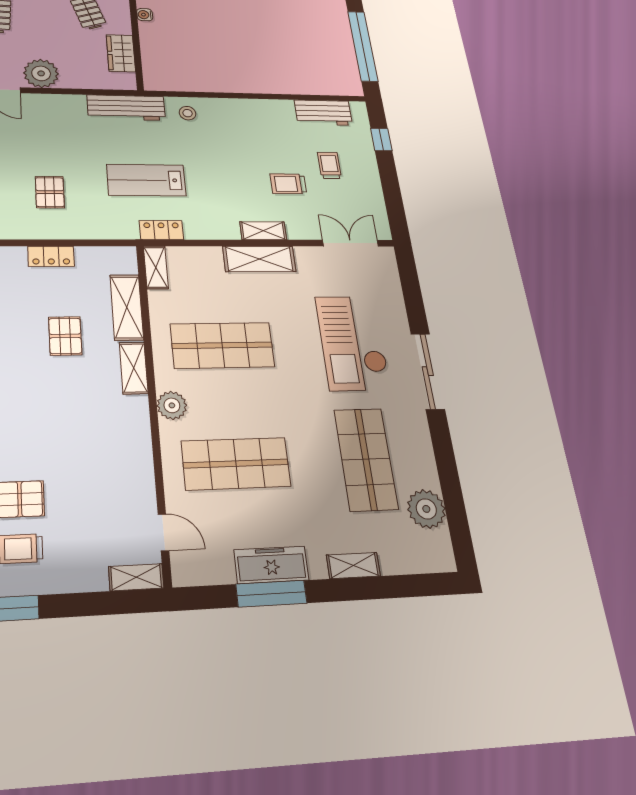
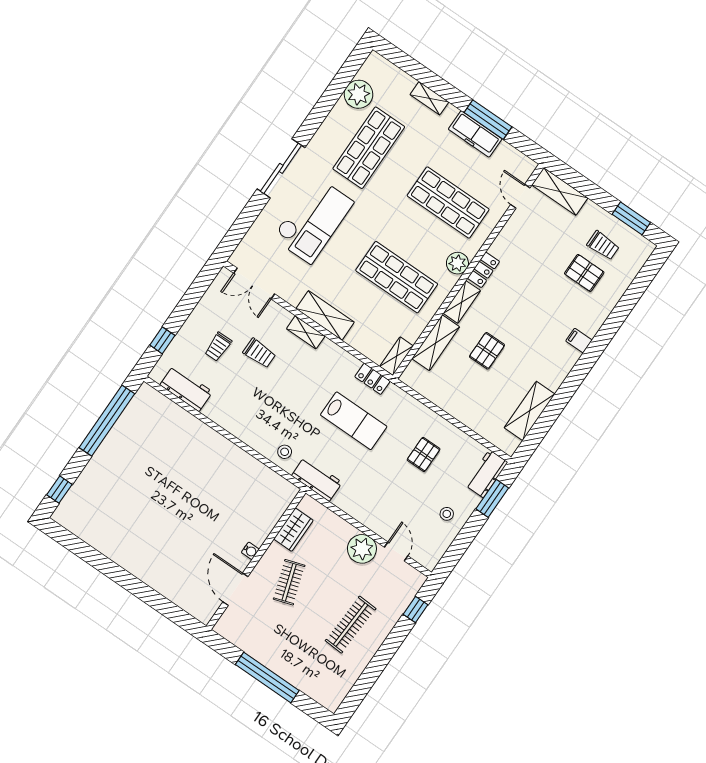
workbench: (126, 108) -> (317, 479), width x0.73
locker: (51, 256) -> (483, 270), moved, turned 90
shelving: (136, 577) -> (560, 191), width x1.50, depth x1.33

